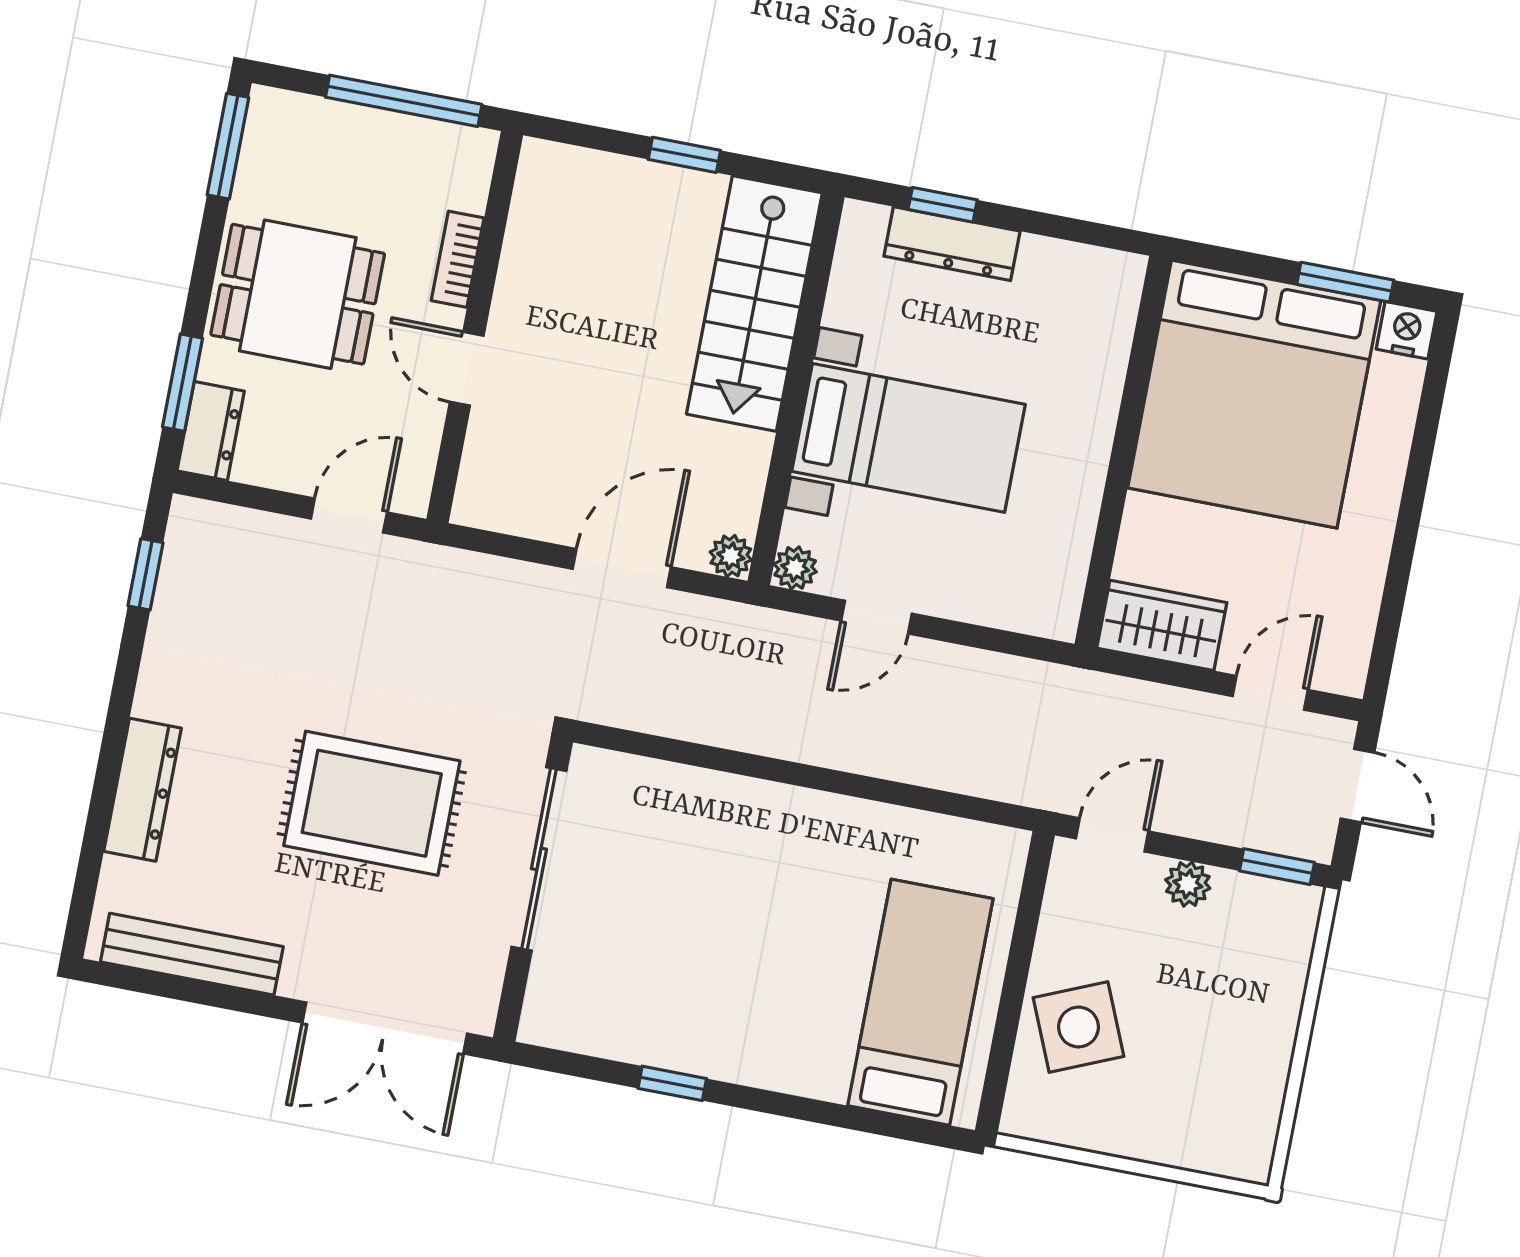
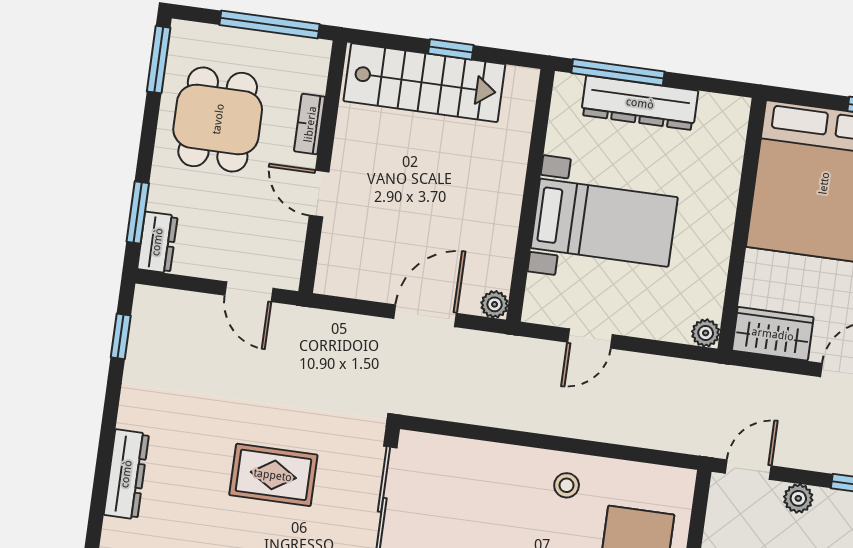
window: (943, 205) -> (618, 72), width x2.17
dresser: (952, 244) -> (640, 103), width x1.37, depth x1.24
dining table: (298, 294) -> (218, 119), moved, turned 90
stairs: (754, 303) -> (424, 83), moved, turned -90
door: (349, 516) -> (249, 292), swing flipped
plant: (795, 568) -> (706, 333), moved
rug: (372, 803) -> (273, 475), width x0.73, depth x0.70
stool: (828, 844) -> (567, 485), added

